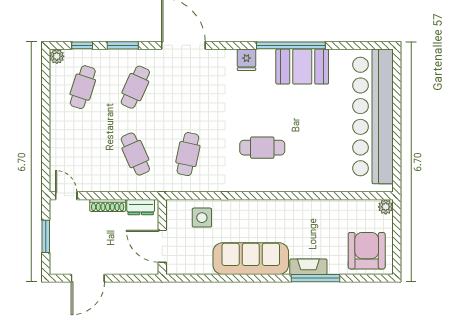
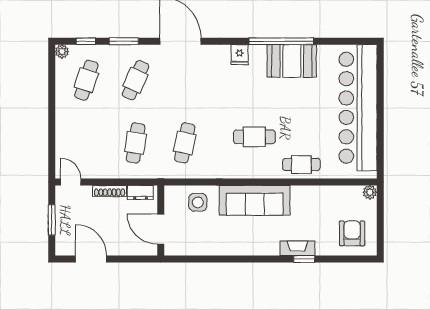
cafe table: (135, 154) -> (136, 143), turned 33
cafe table: (312, 177) -> (301, 165), added
armchair: (367, 251) -> (352, 233), width x0.73, depth x0.73
sofa: (251, 259) -> (255, 200), moved, turned 180
door: (88, 278) -> (91, 259), swing flipped
window: (315, 278) -> (304, 259), width x0.46

